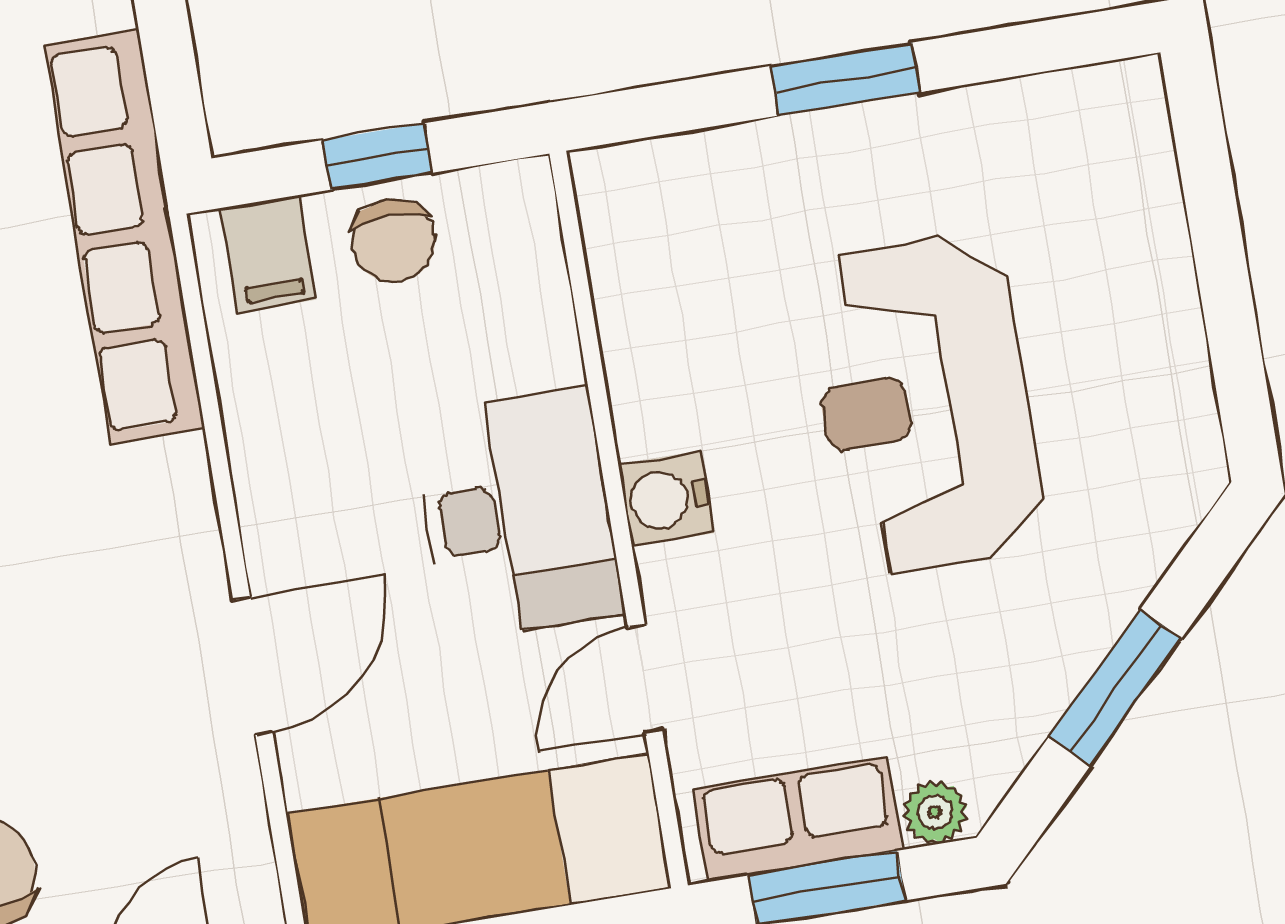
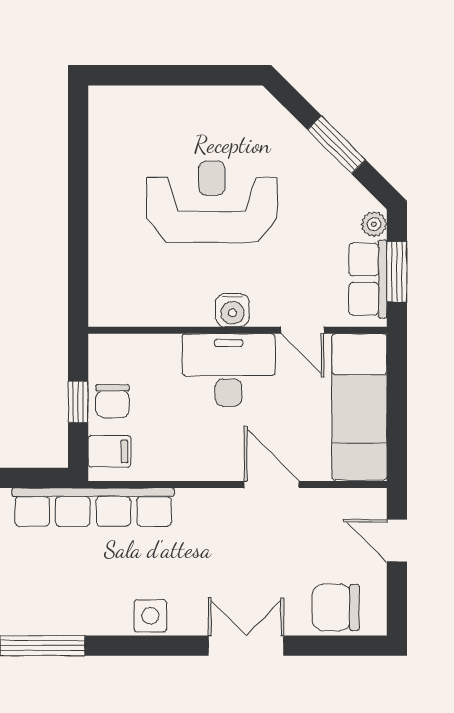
window: (846, 79) -> (78, 212), removed
chair: (394, 241) -> (113, 401), turned 90
reception desk: (925, 404) -> (212, 202), turned 180

